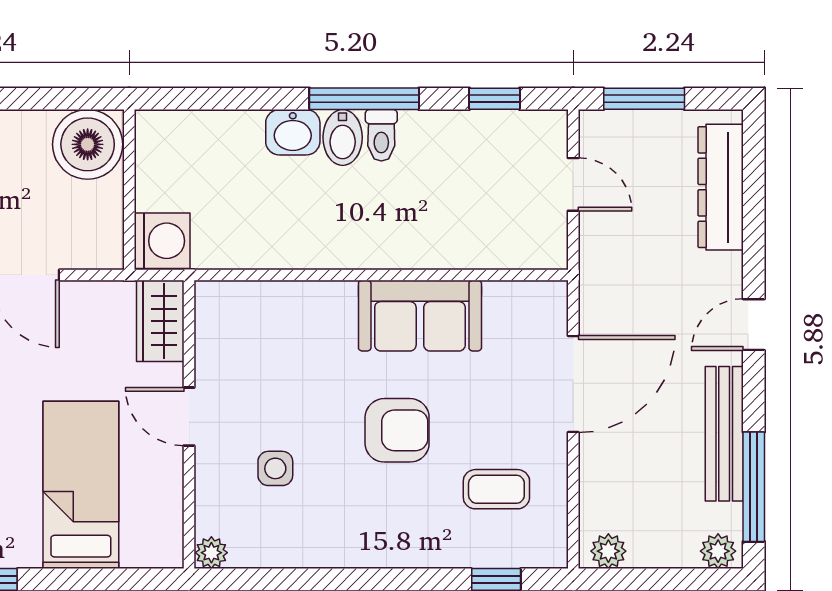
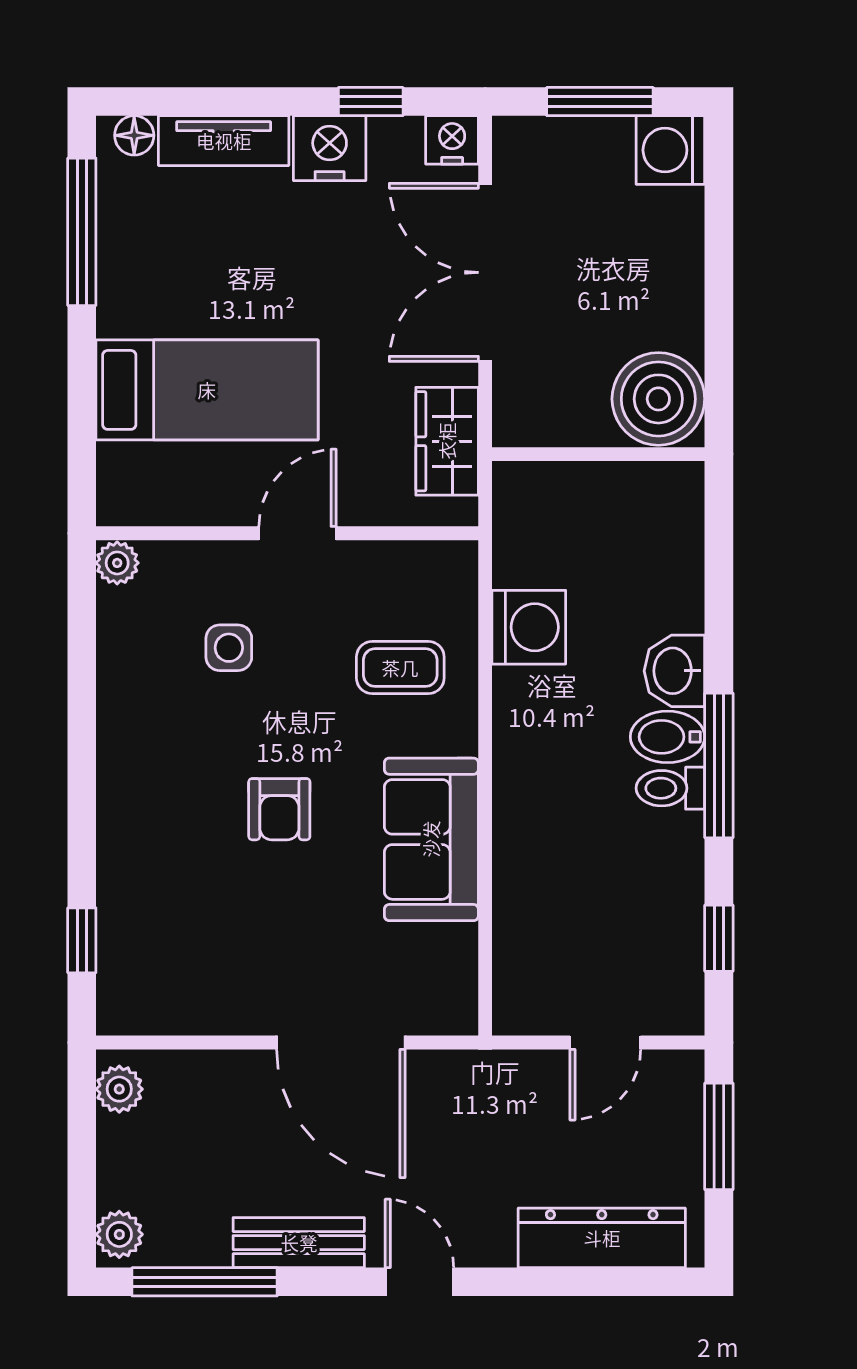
washing machine: (162, 241) -> (529, 627), moved, turned -90
wardrobe: (160, 321) -> (447, 441), moved, turned -90
armchair: (397, 430) -> (279, 809), width x0.72, depth x0.72
bench: (724, 434) -> (299, 1243), width x0.73
coffee table: (496, 489) -> (400, 668), moved, turned 90

